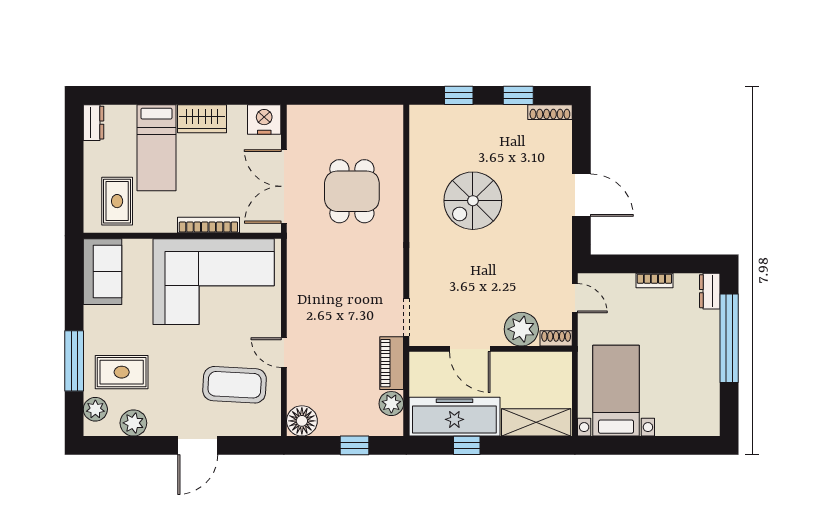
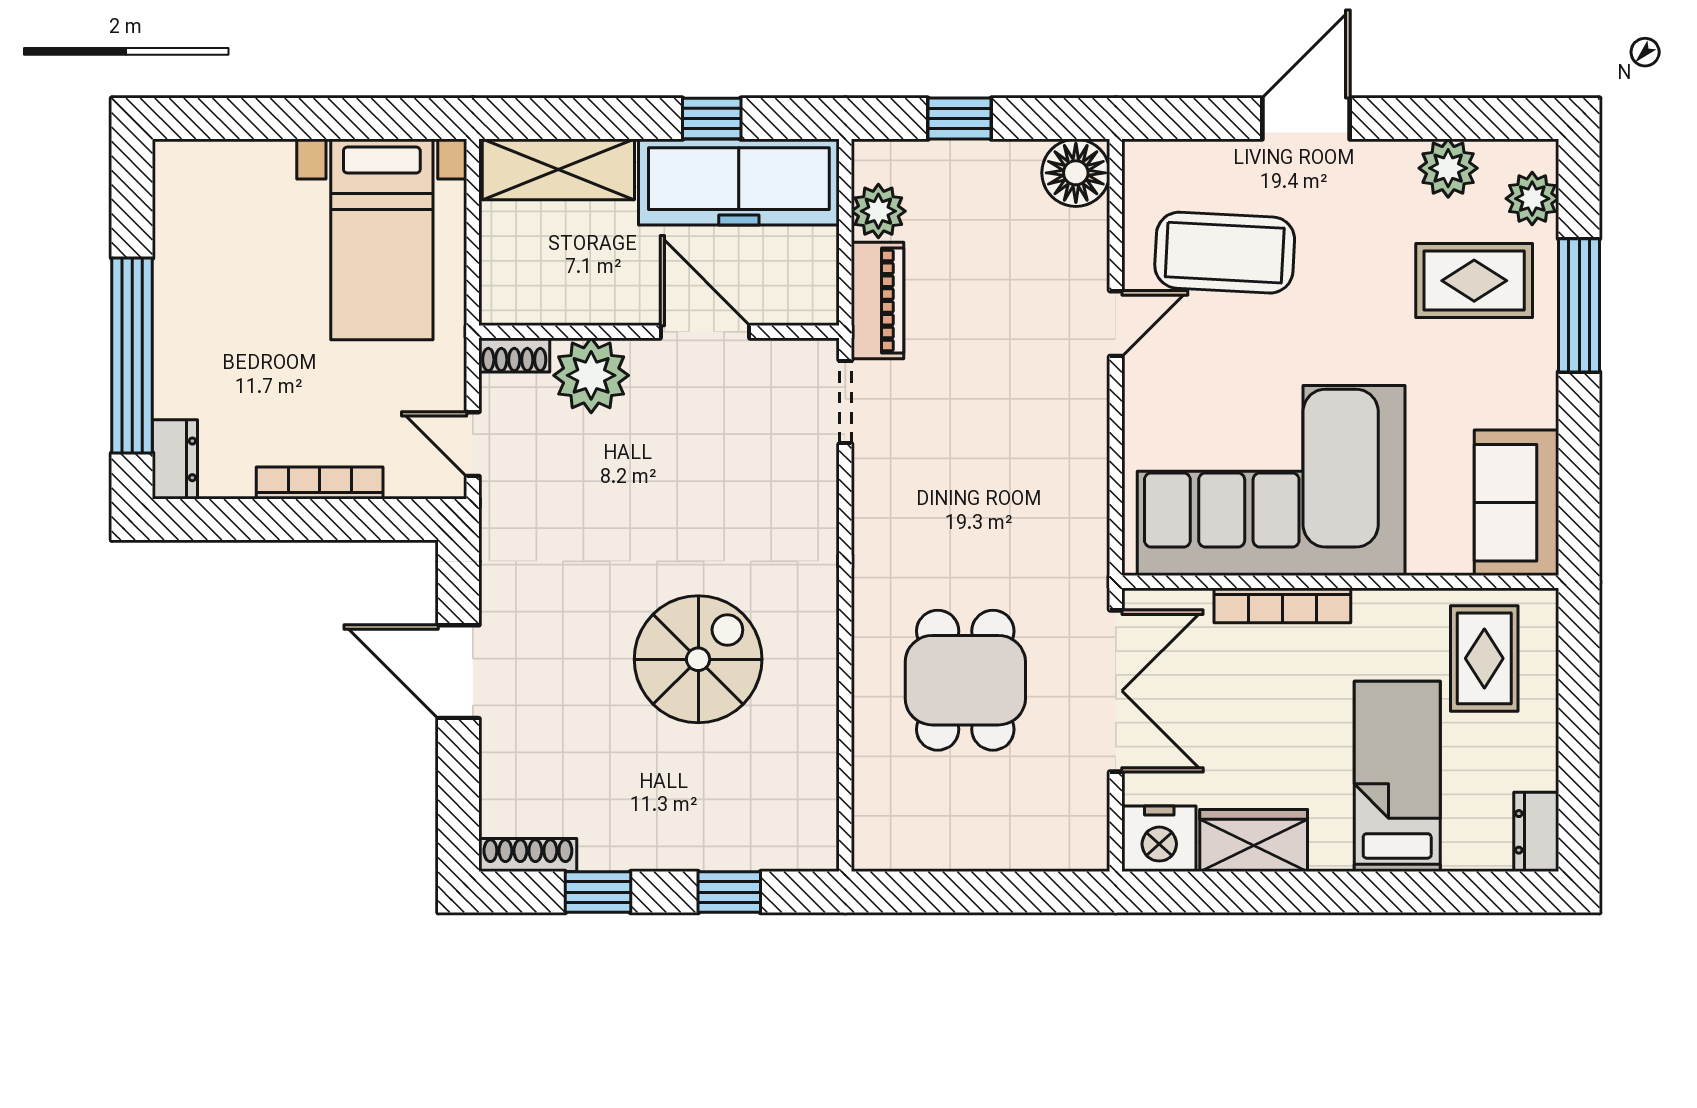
wardrobe: (202, 119) -> (1254, 841), moved
bookcase: (654, 280) -> (320, 483), width x1.56
door: (284, 353) -> (1116, 324), hinge flipped

